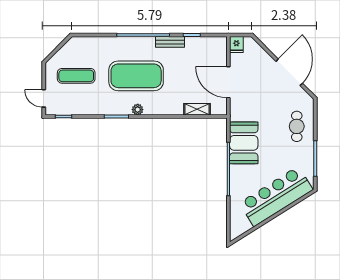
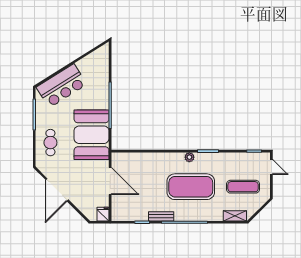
shelving: (197, 109) -> (235, 216), moved
booth: (244, 143) -> (92, 135), width x1.36, depth x1.42
bar counter: (276, 196) -> (62, 86), width x0.73

